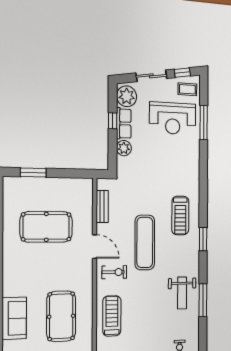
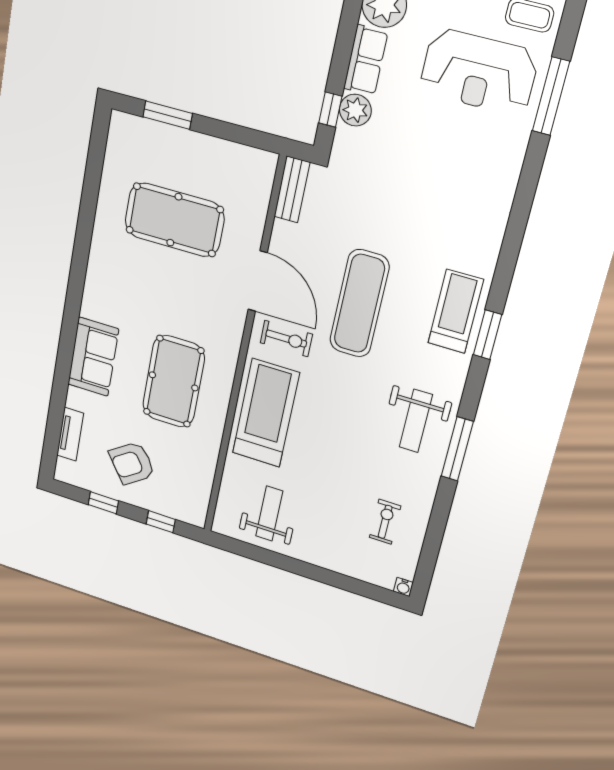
window: (113, 121) -> (330, 110), moved
bench: (102, 206) -> (292, 189), moved
treadmill: (180, 215) -> (456, 311), moved, turned 180
door: (95, 247) -> (258, 281), width x1.36
treadmill: (112, 316) -> (266, 413), width x1.37, depth x1.38

